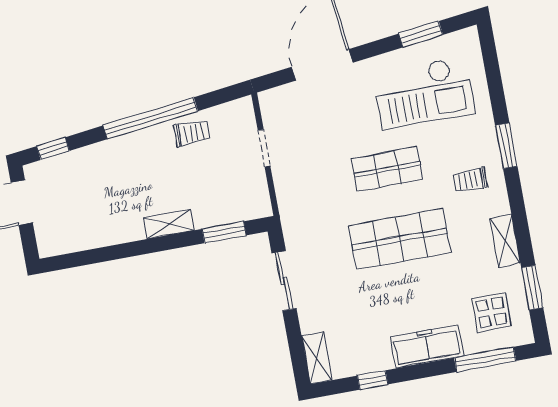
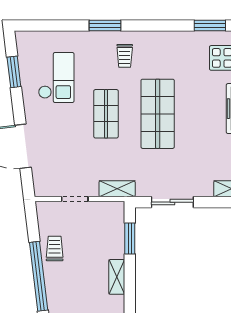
checkout: (424, 93) -> (56, 77), width x0.73, depth x0.83
shelving: (505, 241) -> (117, 189), moved

